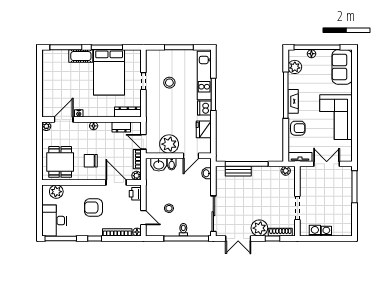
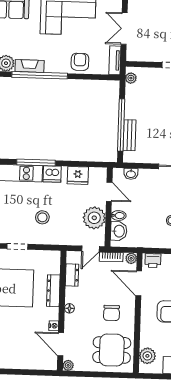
stool: (169, 83) -> (42, 217), moved
fireplace: (293, 101) -> (30, 66), moved
dresser: (128, 112) -> (53, 291), moved
door: (116, 183) -> (139, 283), hinge flipped

